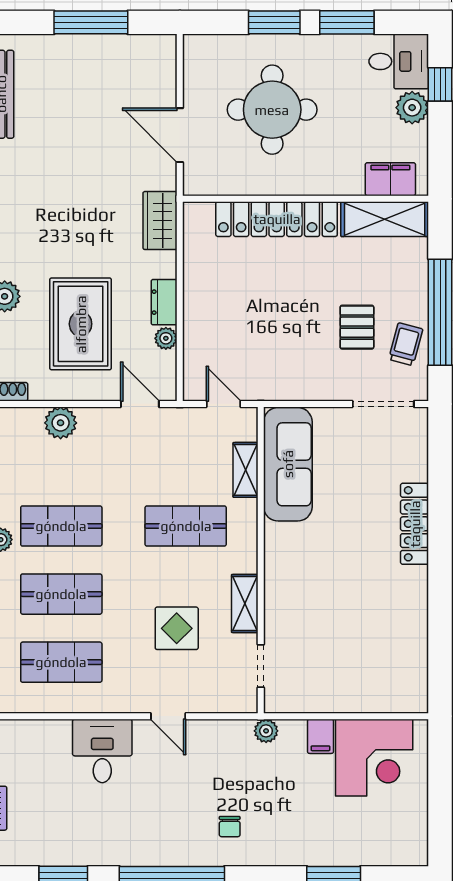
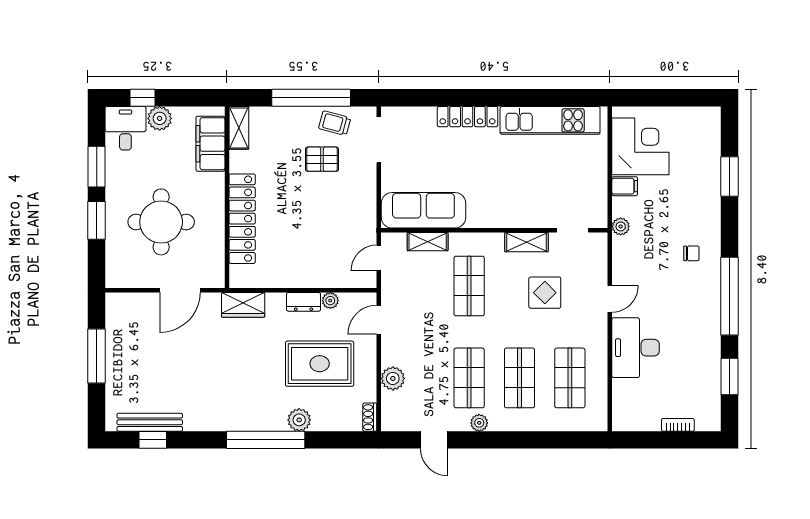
filing cabinet: (390, 179) -> (210, 144), width x1.50, depth x1.17
shelving: (385, 219) -> (239, 128), width x0.67, depth x0.75
kitchen unit: (409, 635) -> (550, 120), added
desk: (102, 751) -> (635, 348), width x1.37

